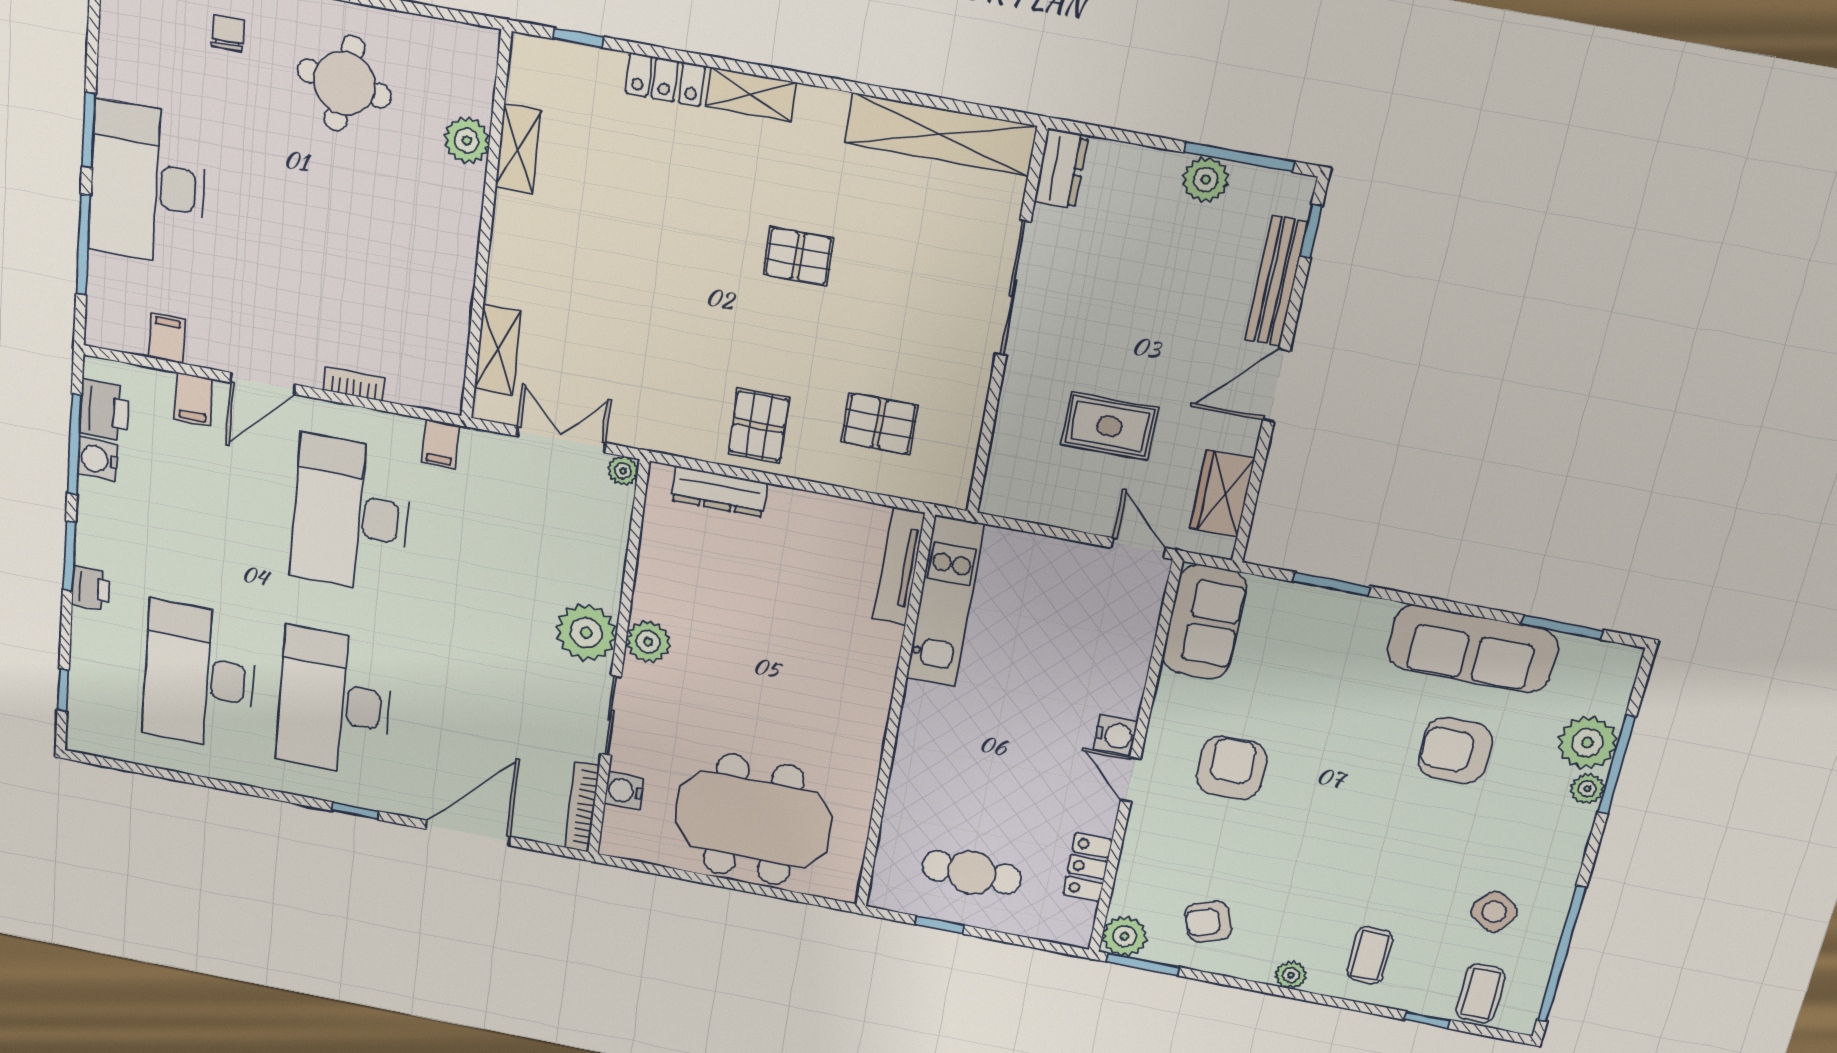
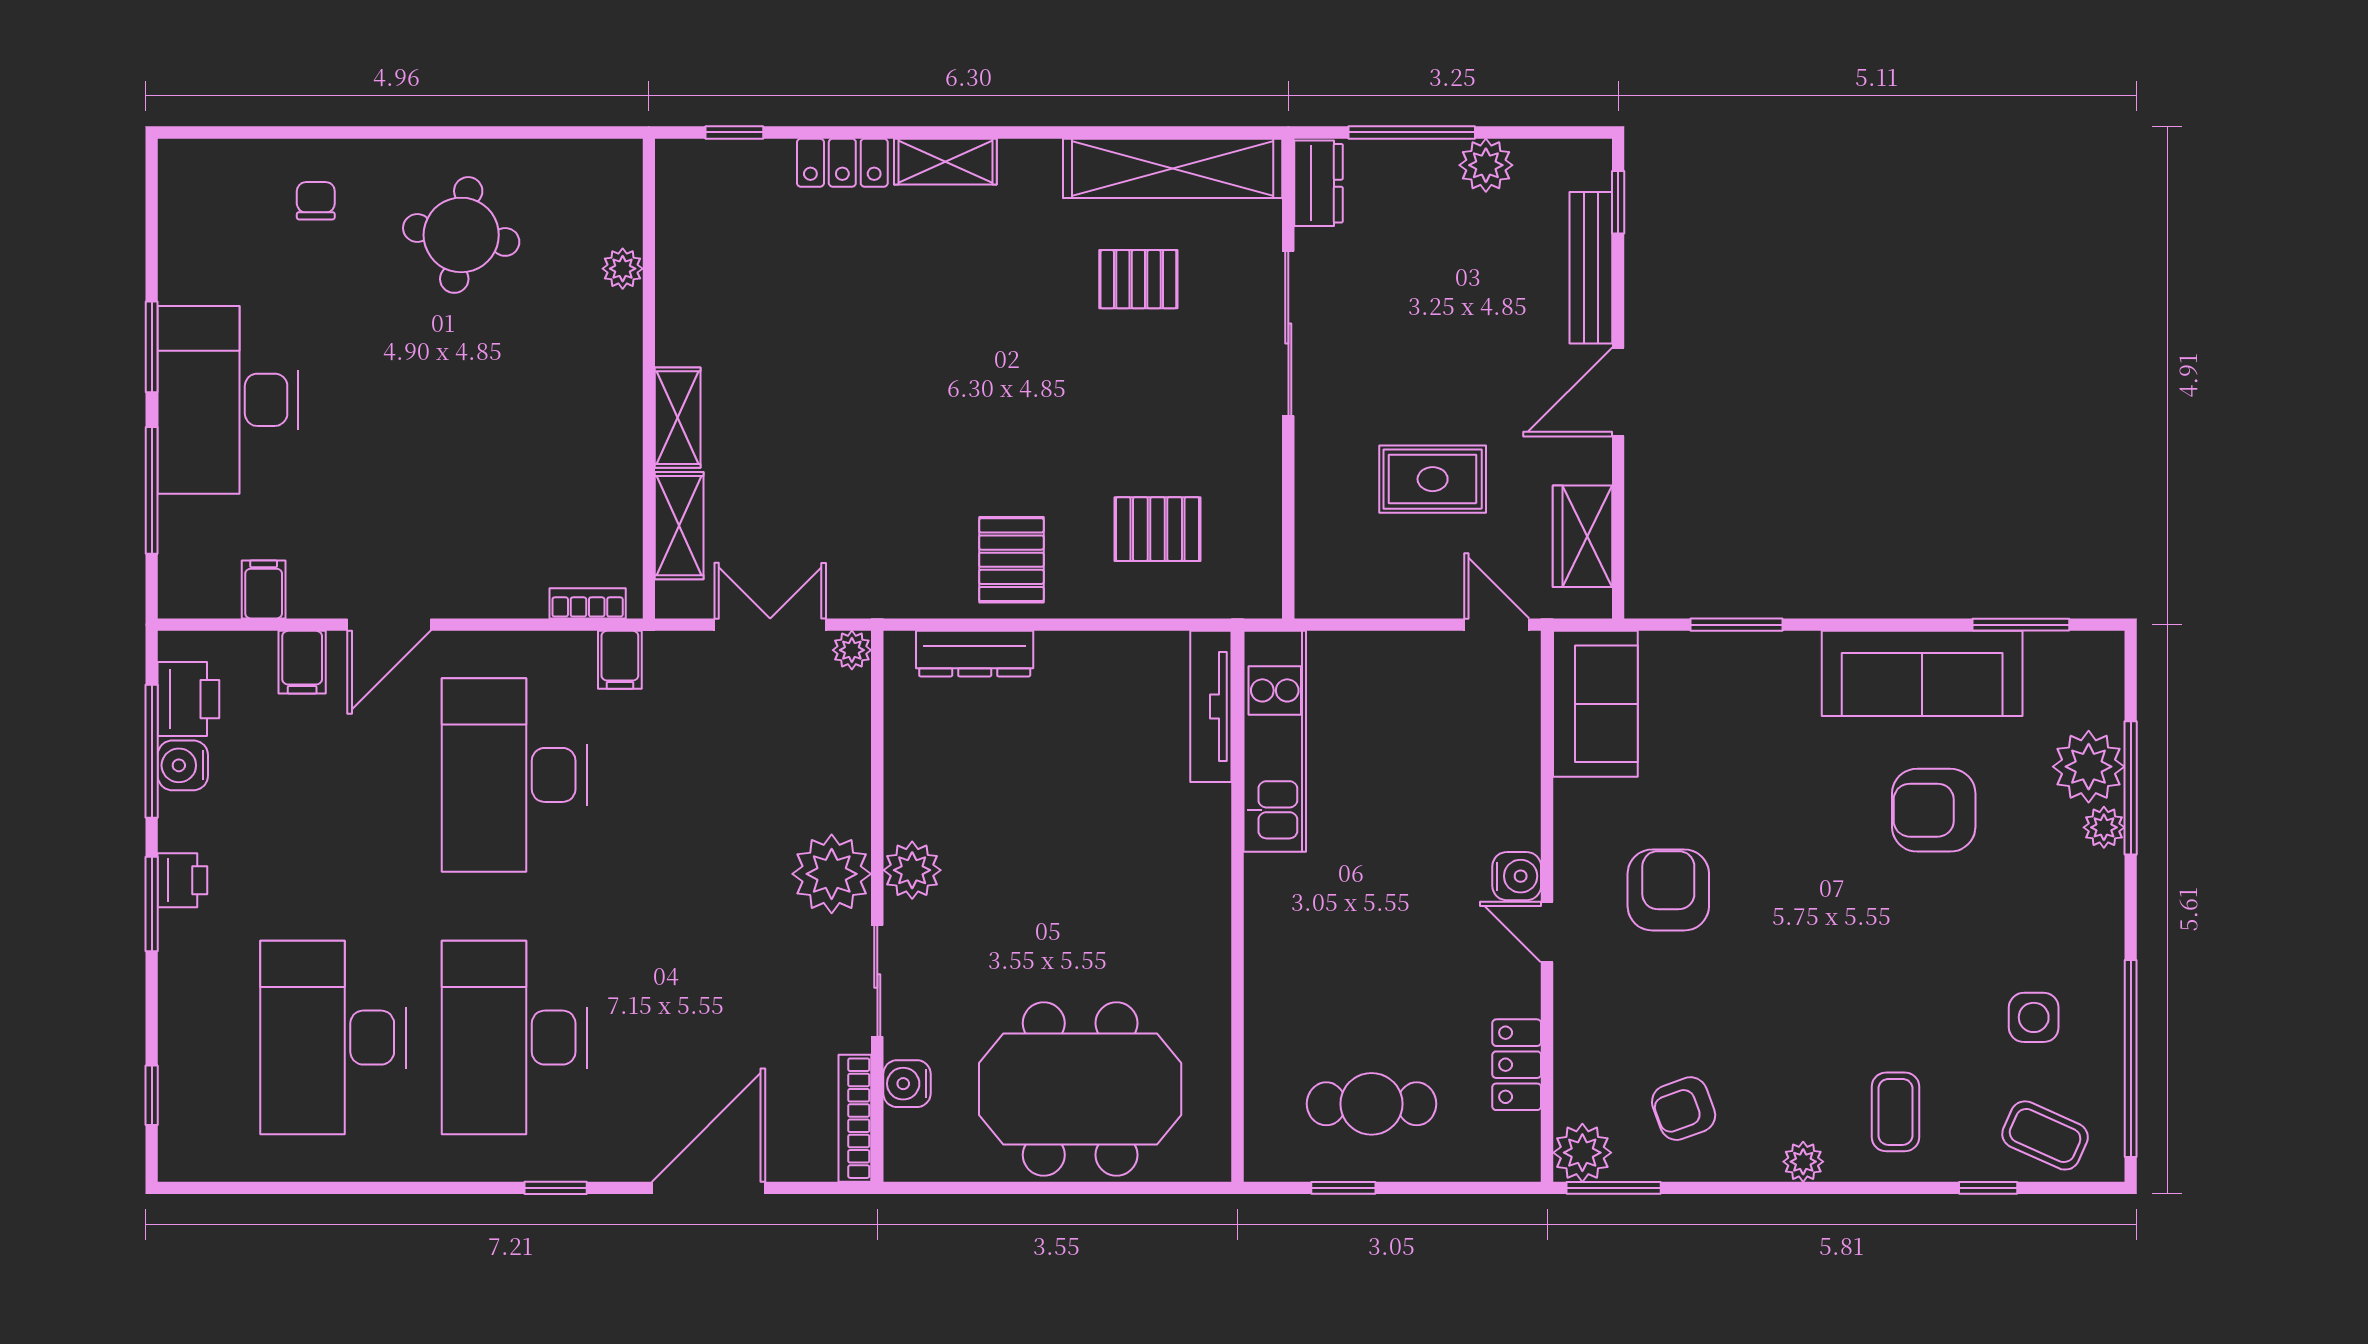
plant: (467, 140) -> (623, 269), width x0.73, depth x0.73
shelving: (518, 149) -> (678, 418), moved
window: (1239, 157) -> (1412, 132), moved
pallet: (798, 256) -> (1138, 279), moved
bookcase: (354, 384) -> (588, 603), moved
printer: (91, 588) -> (182, 880), moved
side table: (1494, 912) -> (2034, 1017), turned -35
coffee table: (1481, 994) -> (2045, 1135), turned -66

